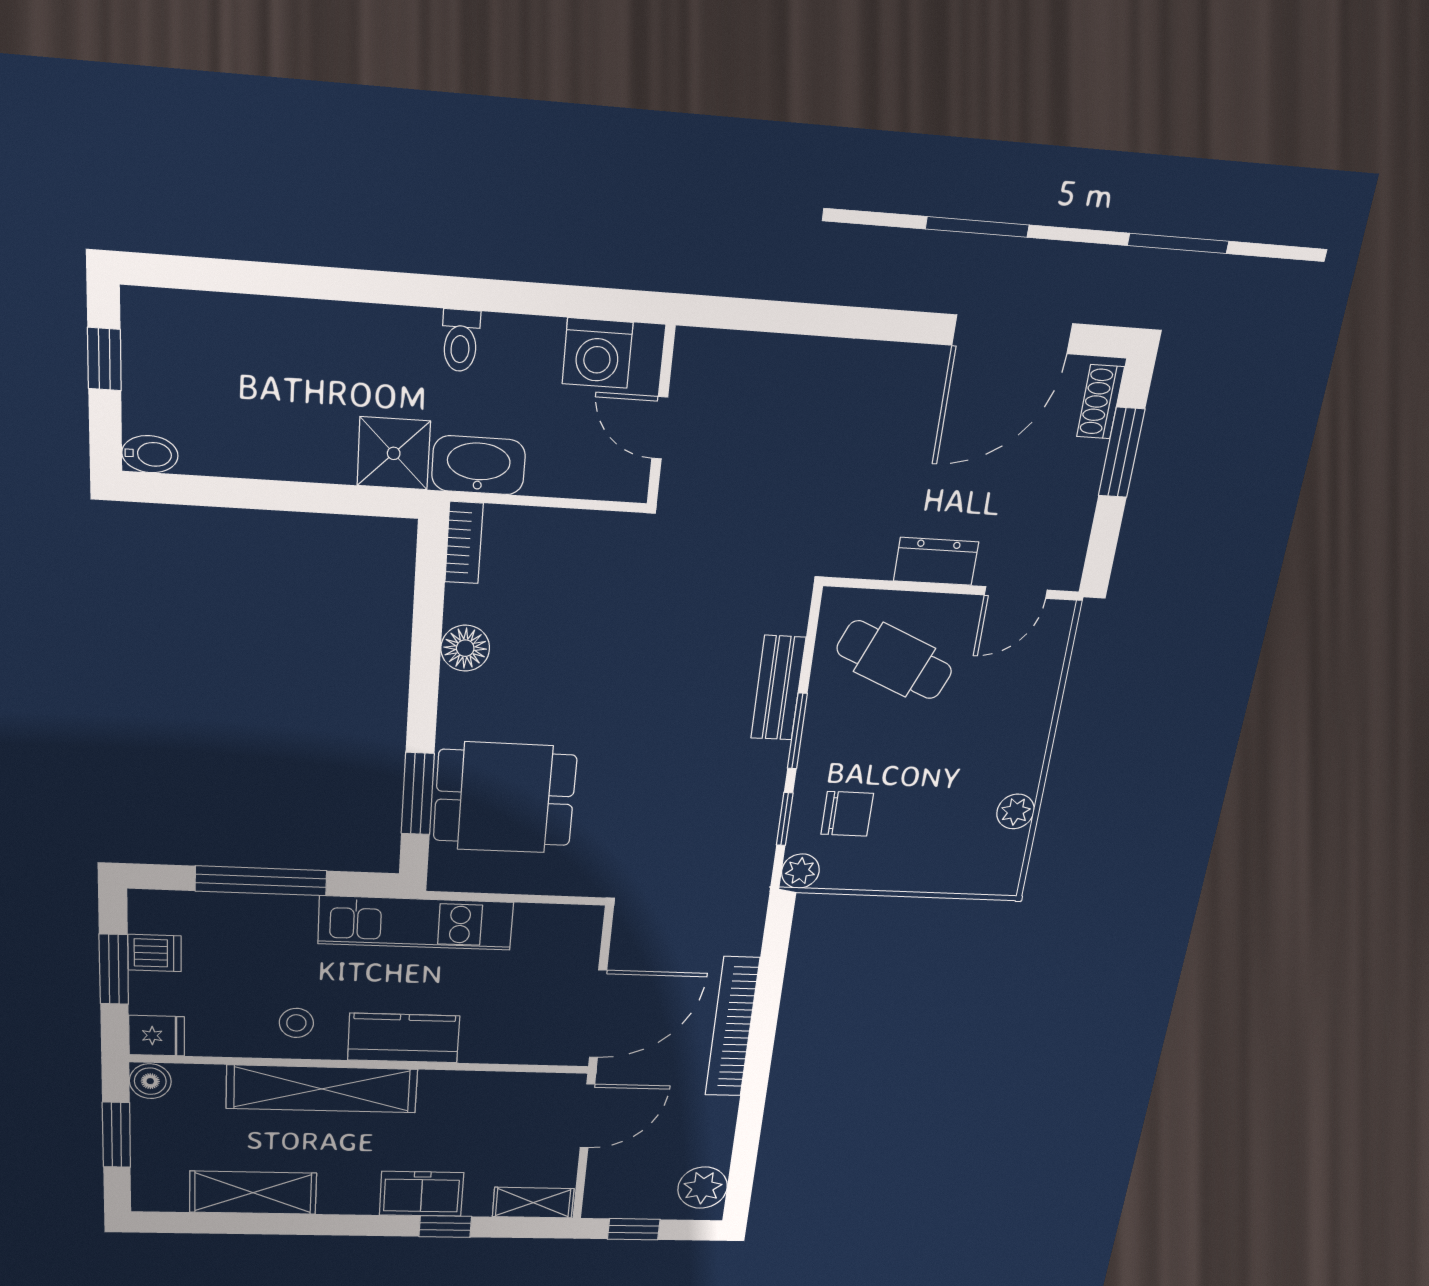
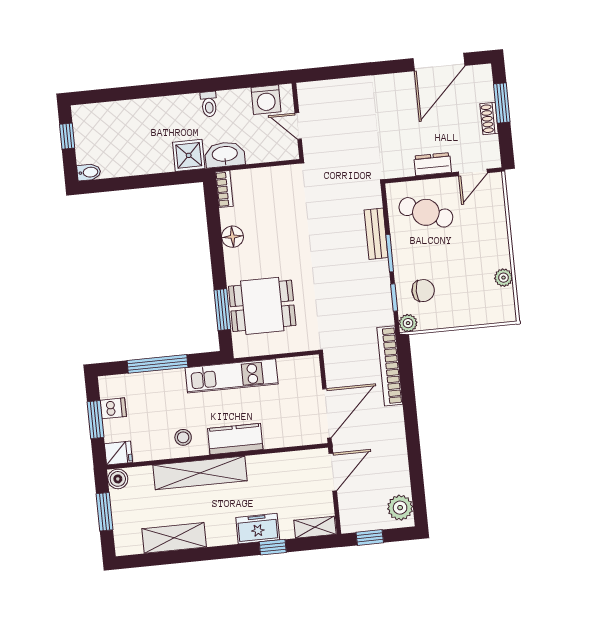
shoe rack: (1100, 402) -> (489, 119), moved
bookcase: (732, 1027) -> (390, 366), moved

